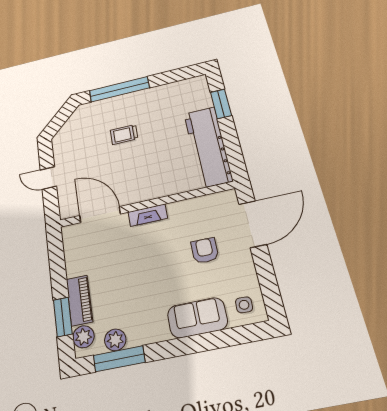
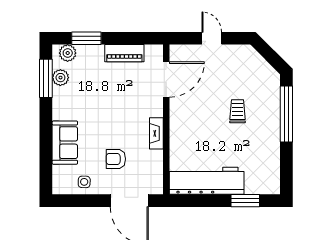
door: (48, 178) -> (212, 38), hinge flipped
fireplace: (148, 215) -> (156, 133), moved
armchair: (205, 251) -> (116, 159), turned 180
piano: (79, 300) -> (124, 53), moved
side table: (244, 305) -> (84, 182), moved

